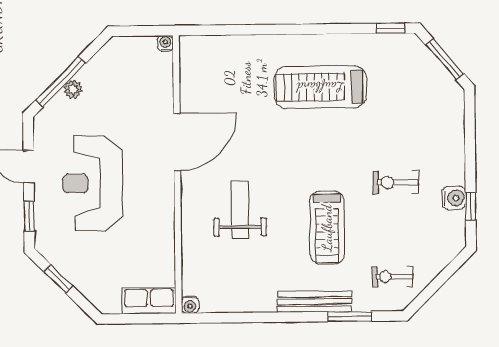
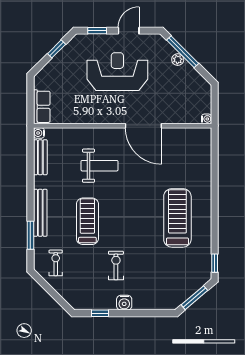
water cooler: (454, 198) -> (124, 303), moved
treadmill: (327, 228) -> (87, 221), turned 90
bench: (228, 302) -> (40, 157), added

